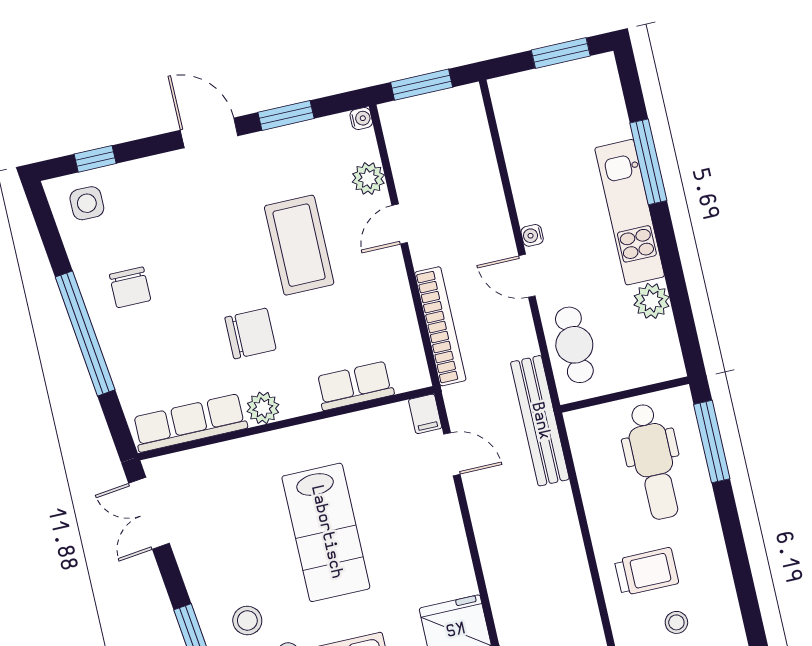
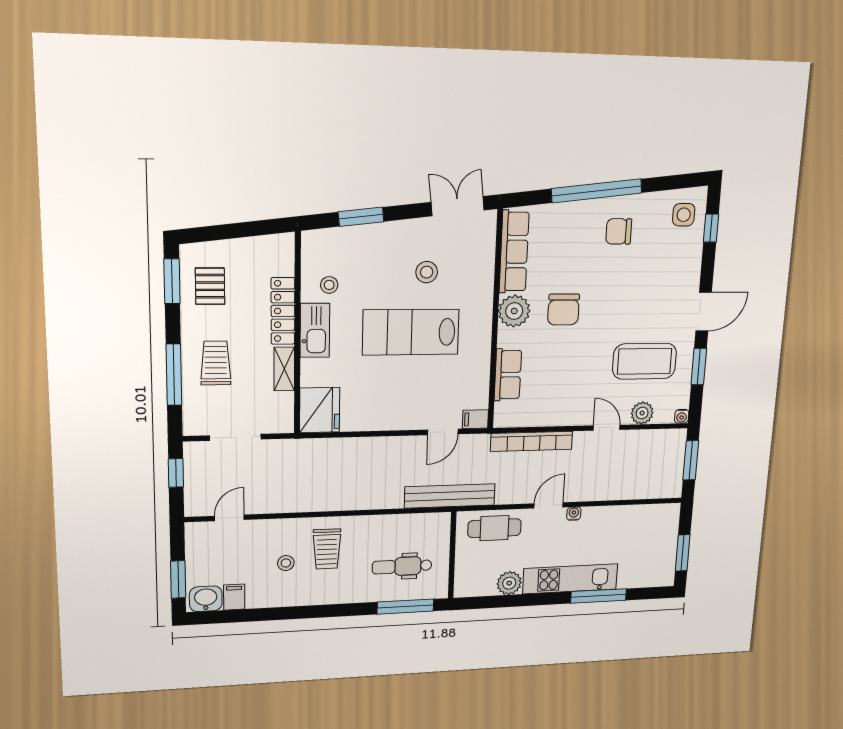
coffee table: (299, 245) -> (645, 361), moved
plant: (263, 408) -> (514, 311), width x1.36, depth x1.36
dental chair: (653, 461) -> (402, 566), width x0.73, depth x0.72
stool: (247, 620) -> (427, 272), moved

